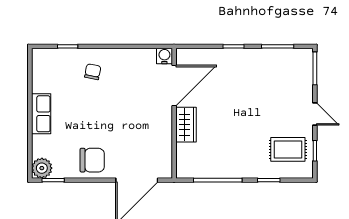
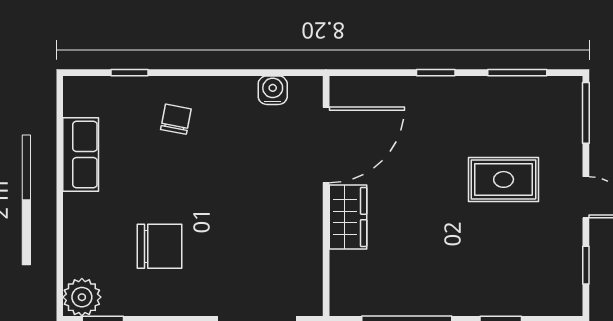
water cooler: (164, 56) -> (273, 90), moved
row of seats: (41, 114) -> (81, 154), moved
rug: (288, 149) -> (504, 179), moved
chair: (92, 160) -> (159, 246), moved

